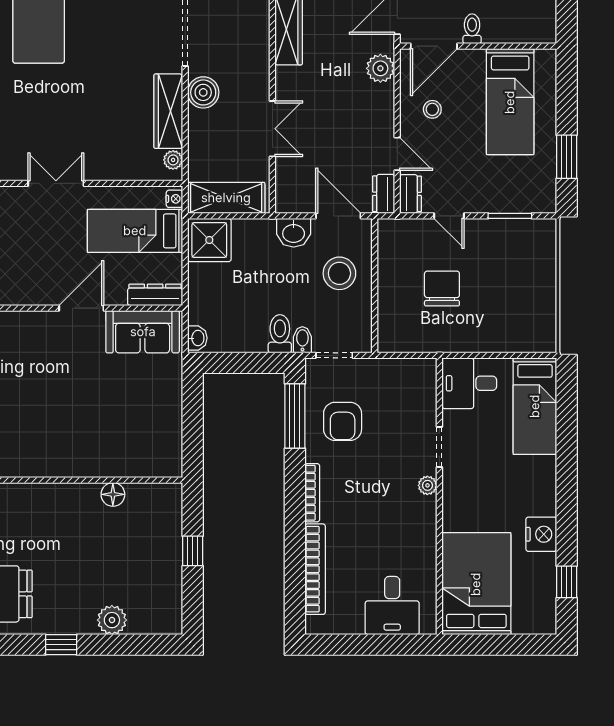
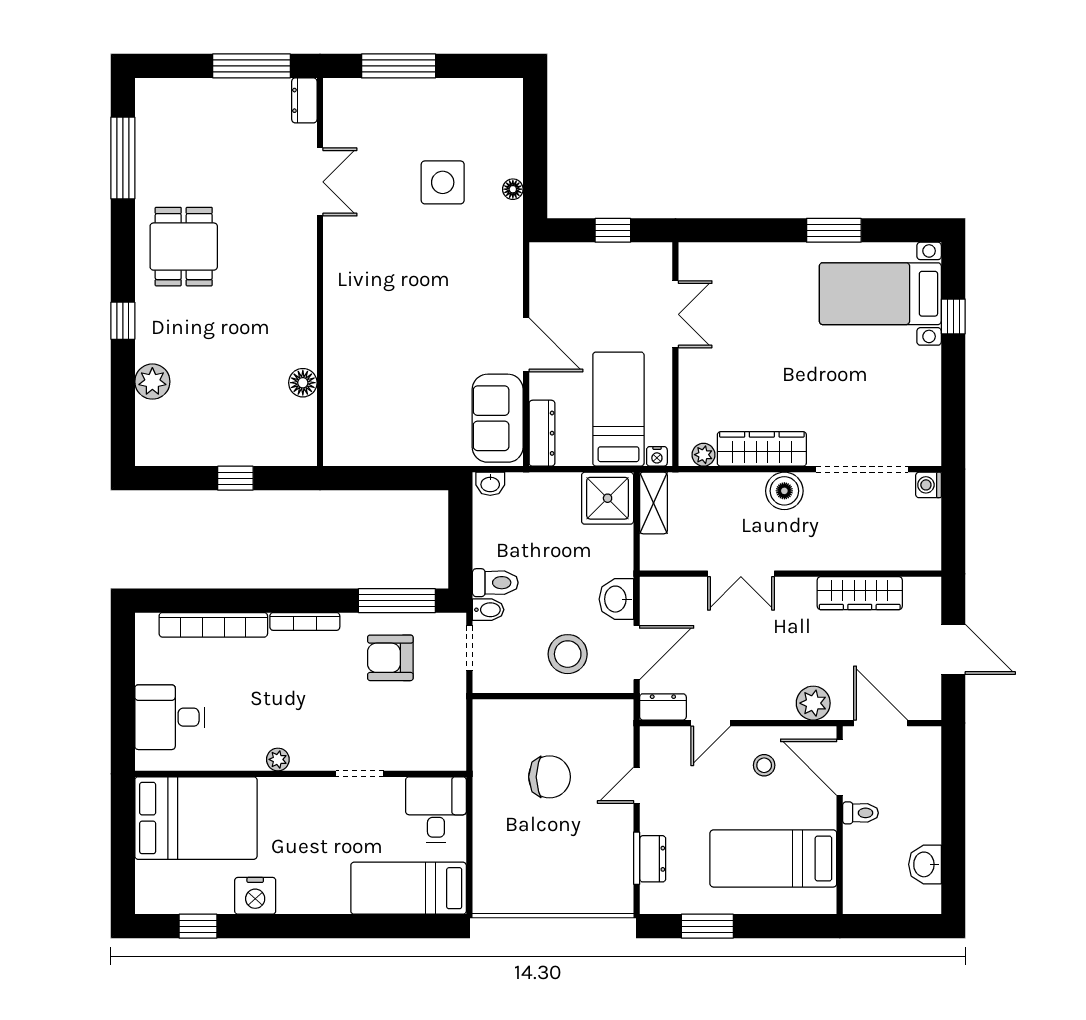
dresser: (410, 194) -> (653, 859), moved, turned -90
shelving: (226, 198) -> (653, 503), width x0.67, depth x0.75
plant: (427, 485) -> (278, 759), moved

